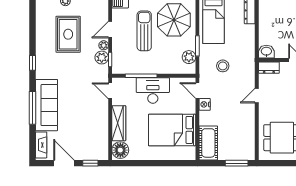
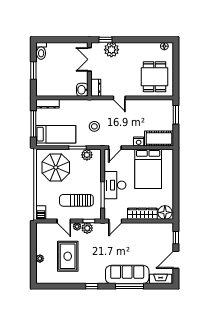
sun lounger: (144, 31) -> (76, 200), moved
rug: (68, 34) -> (68, 256), turned 90
nightstand: (205, 104) -> (139, 142), moved

